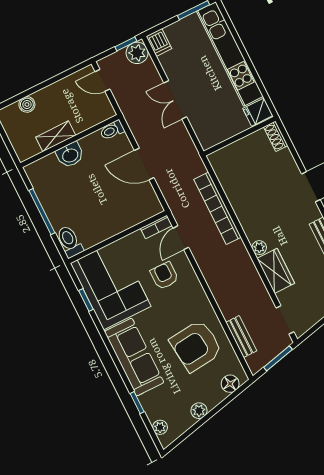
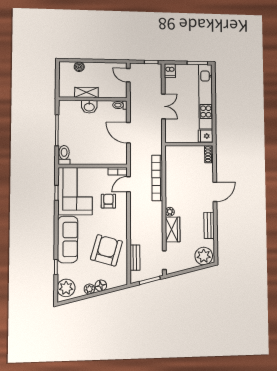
plant: (137, 53) -> (155, 70), removed
double door: (175, 100) -> (163, 106), swing flipped
armchair: (196, 346) -> (107, 250), turned 112
floor lamp: (230, 384) -> (101, 286), moved
plant: (160, 427) -> (66, 288), width x1.88, depth x1.88

